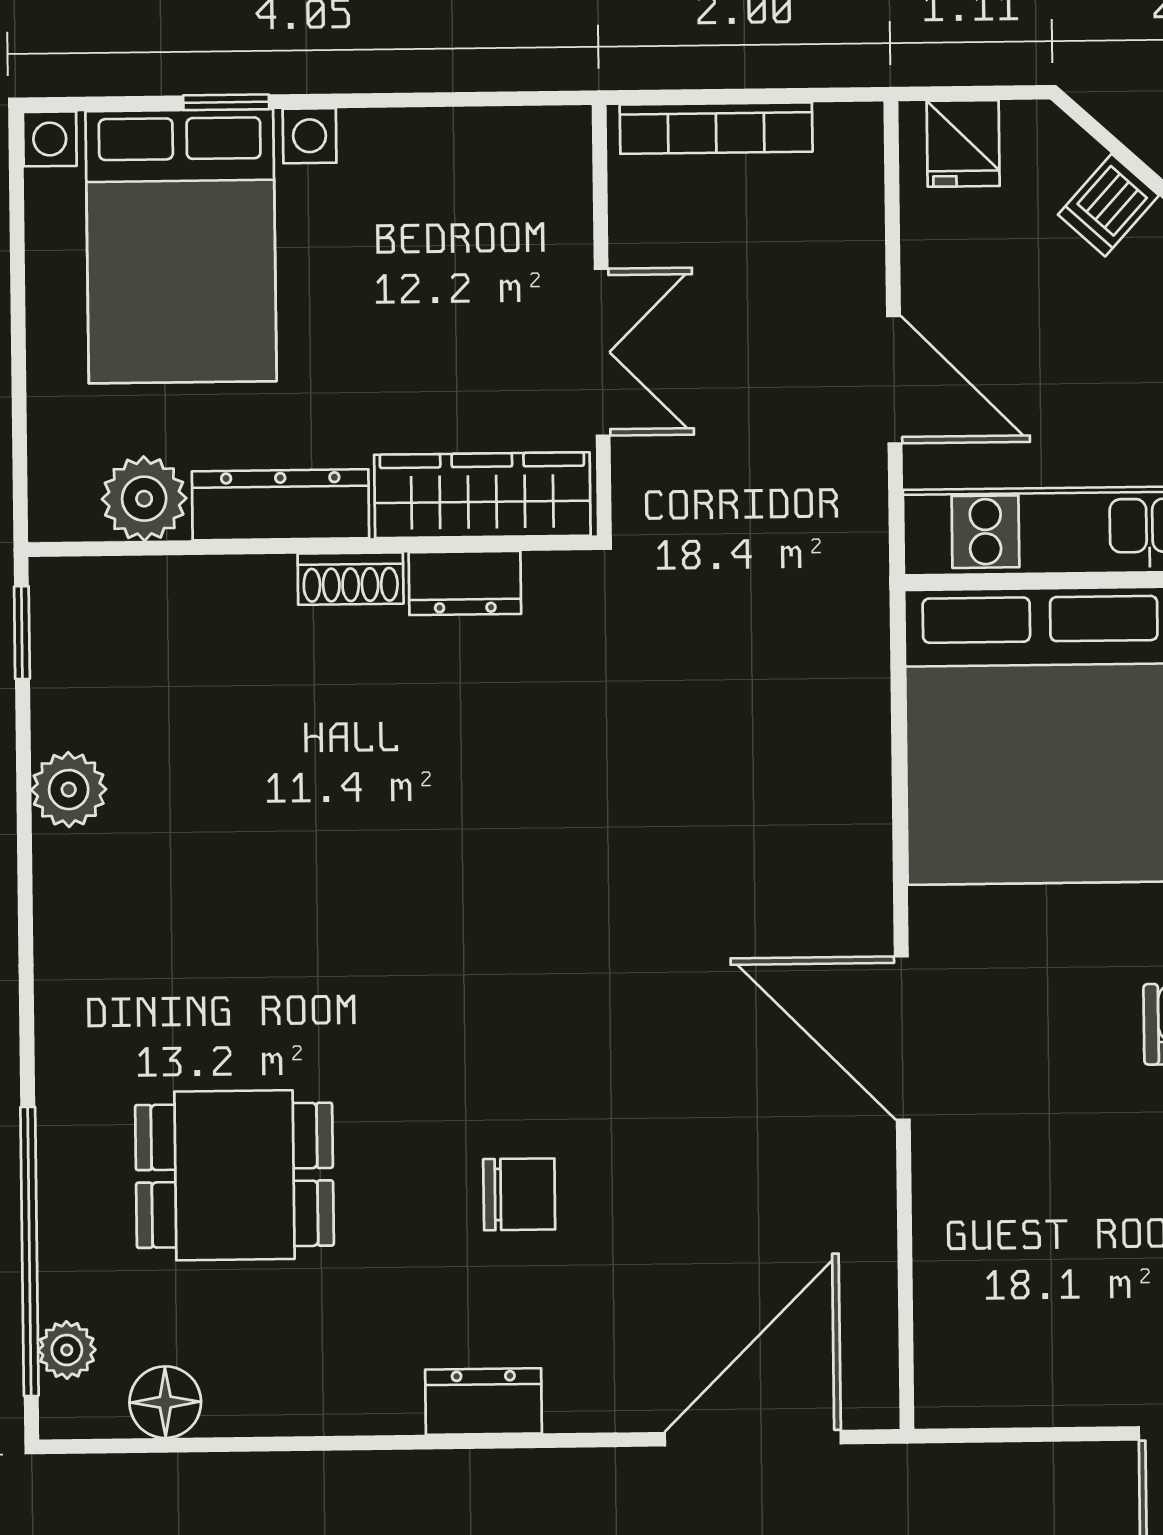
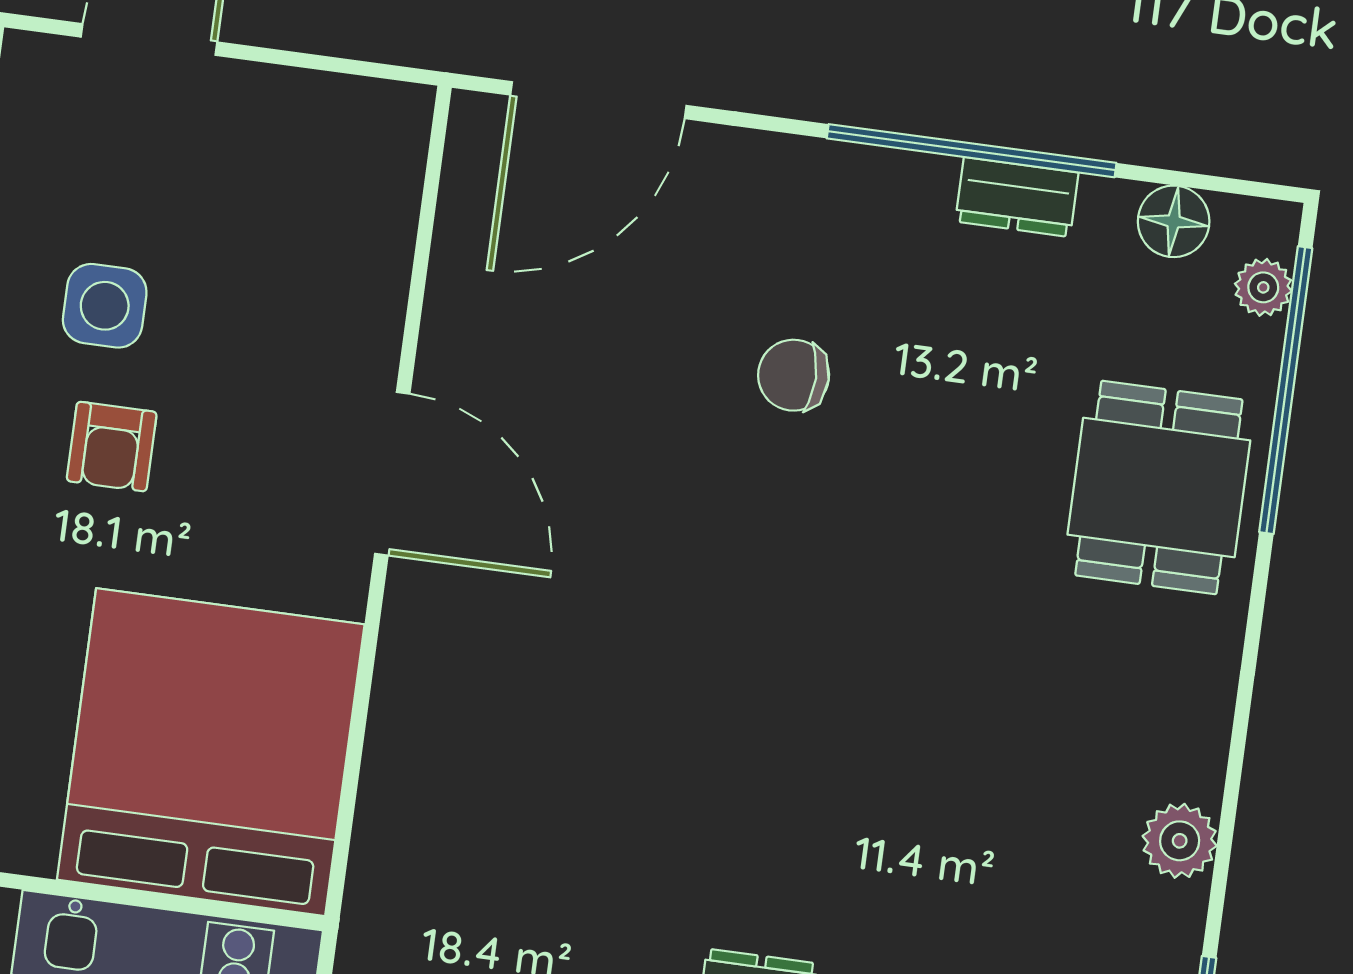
dining table: (234, 1175) -> (1159, 487), moved, turned 90
dresser: (484, 1401) -> (1017, 197), moved
window: (376, 1443) -> (972, 151), added

